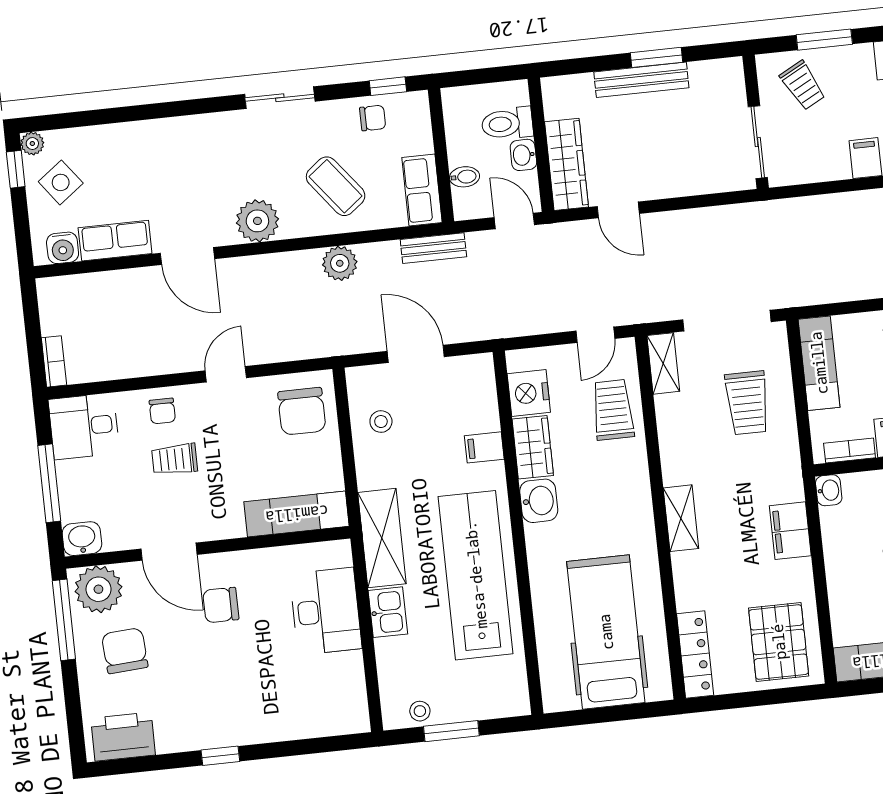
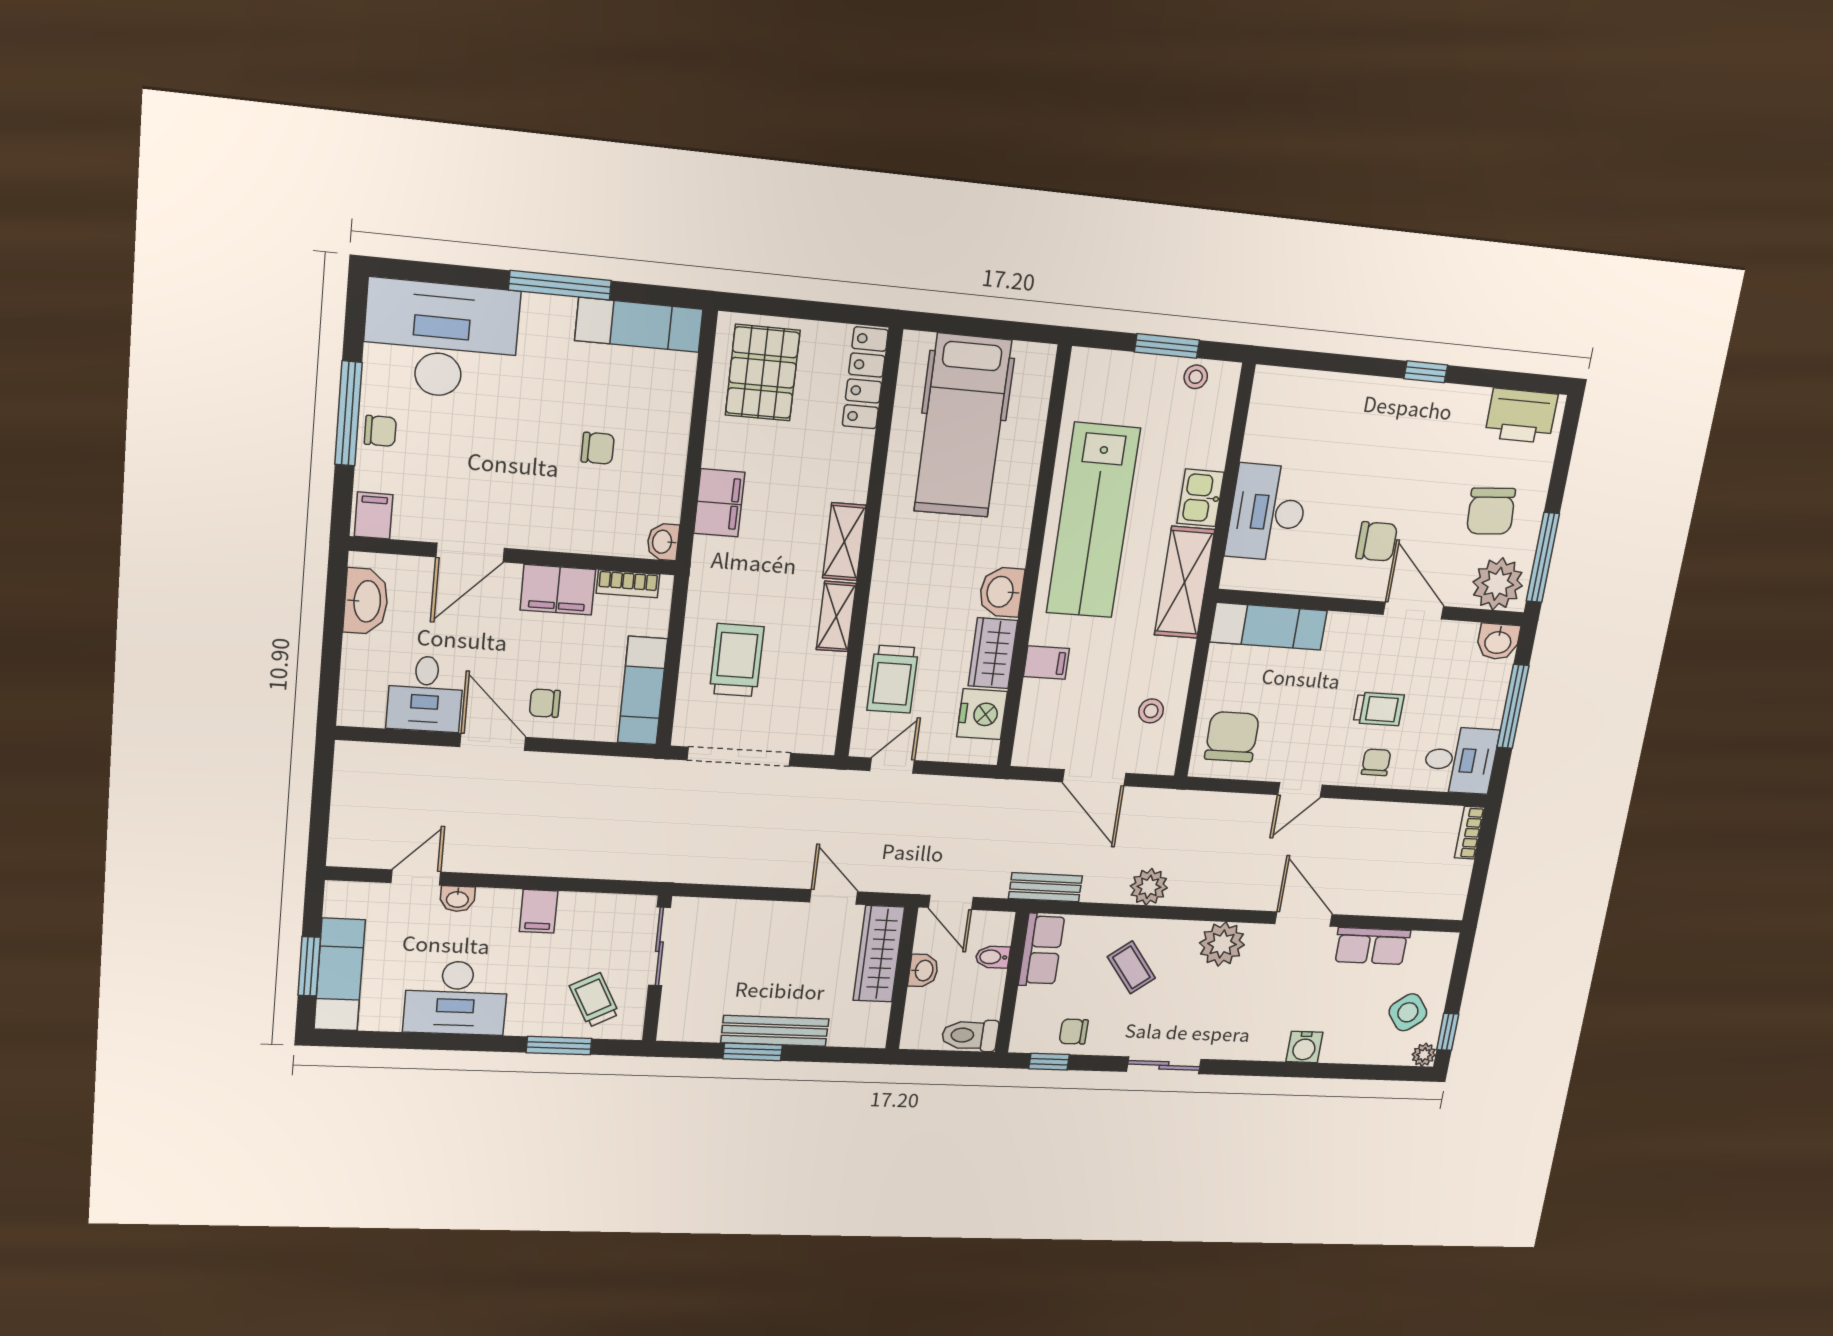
toilet: (507, 124) -> (970, 1035), moved, turned 180
coffee table: (336, 186) -> (1131, 967), width x0.73, depth x0.77
water cooler: (63, 248) -> (1304, 1047), moved, turned 180
shelving: (663, 363) -> (836, 617), moved

